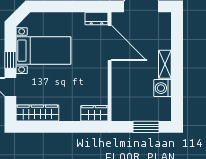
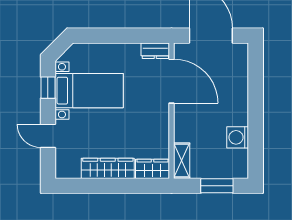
window: (10, 60) -> (48, 88), moved
shelving: (165, 64) -> (182, 161), moved
wardrobe: (37, 113) -> (108, 168), moved

